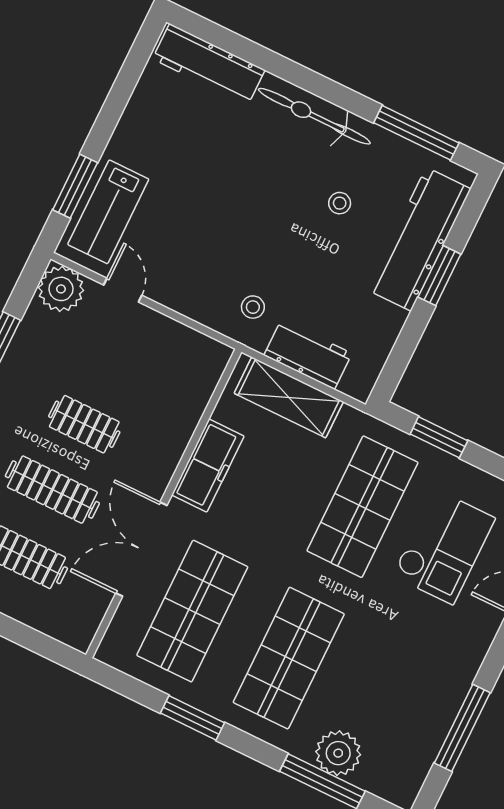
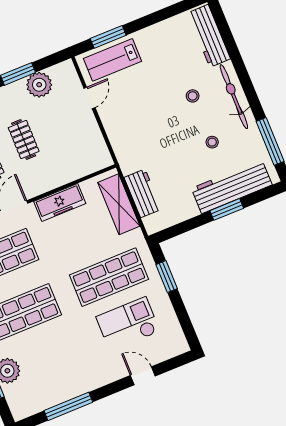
plant: (61, 289) -> (39, 85), moved
stool: (253, 307) -> (193, 96), moved
checkout: (444, 547) -> (128, 324), turned 180

